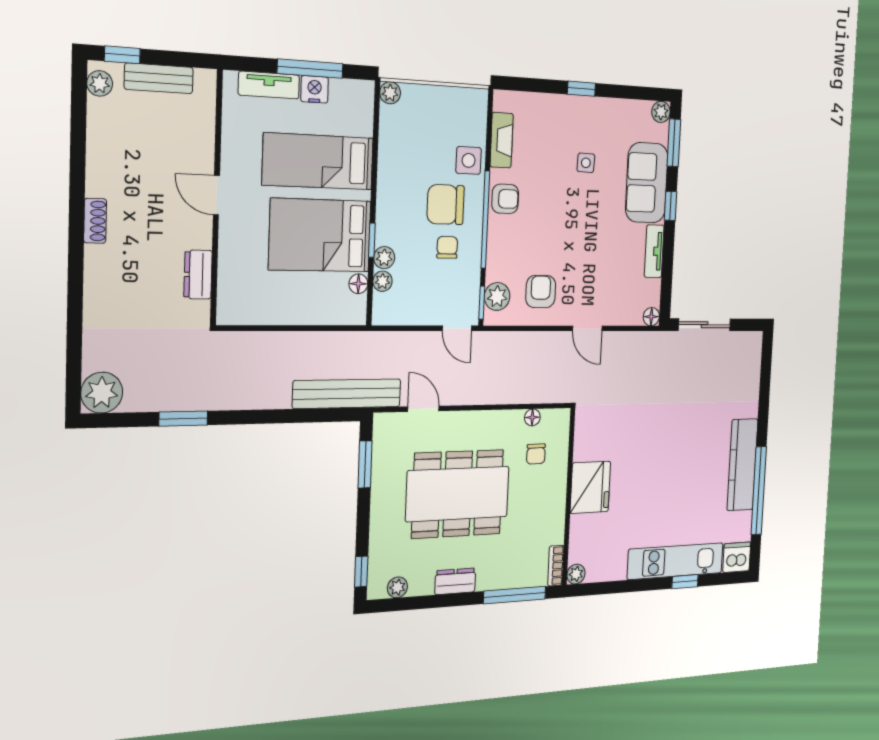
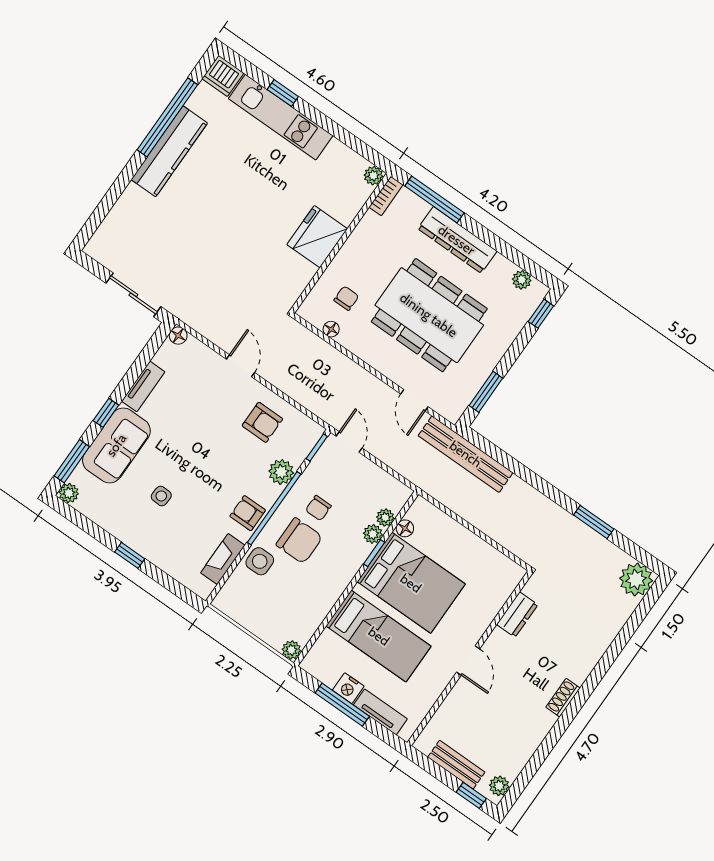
armchair: (541, 292) -> (262, 422), turned -90
plant: (497, 296) -> (281, 472), moved
dresser: (455, 581) -> (457, 240), width x1.96, depth x1.24

